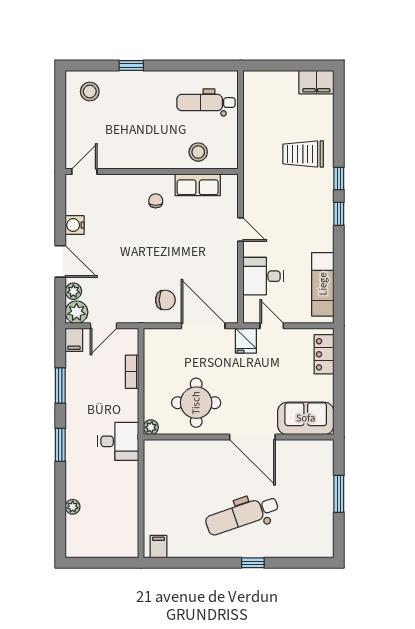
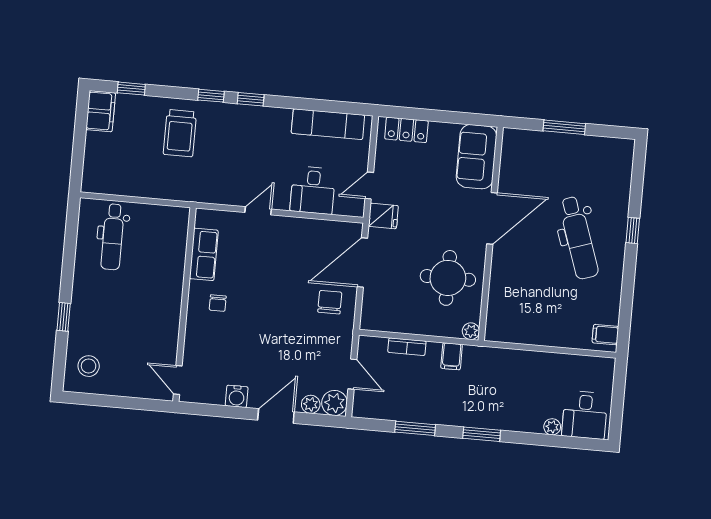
window: (339, 107) -> (131, 89), added
stool: (198, 152) -> (167, 251), removed
chair: (156, 201) -> (218, 303), turned -90
filing cabinet: (74, 340) -> (452, 356), moved, turned 90
desk: (118, 441) -> (585, 415), moved, turned 180

